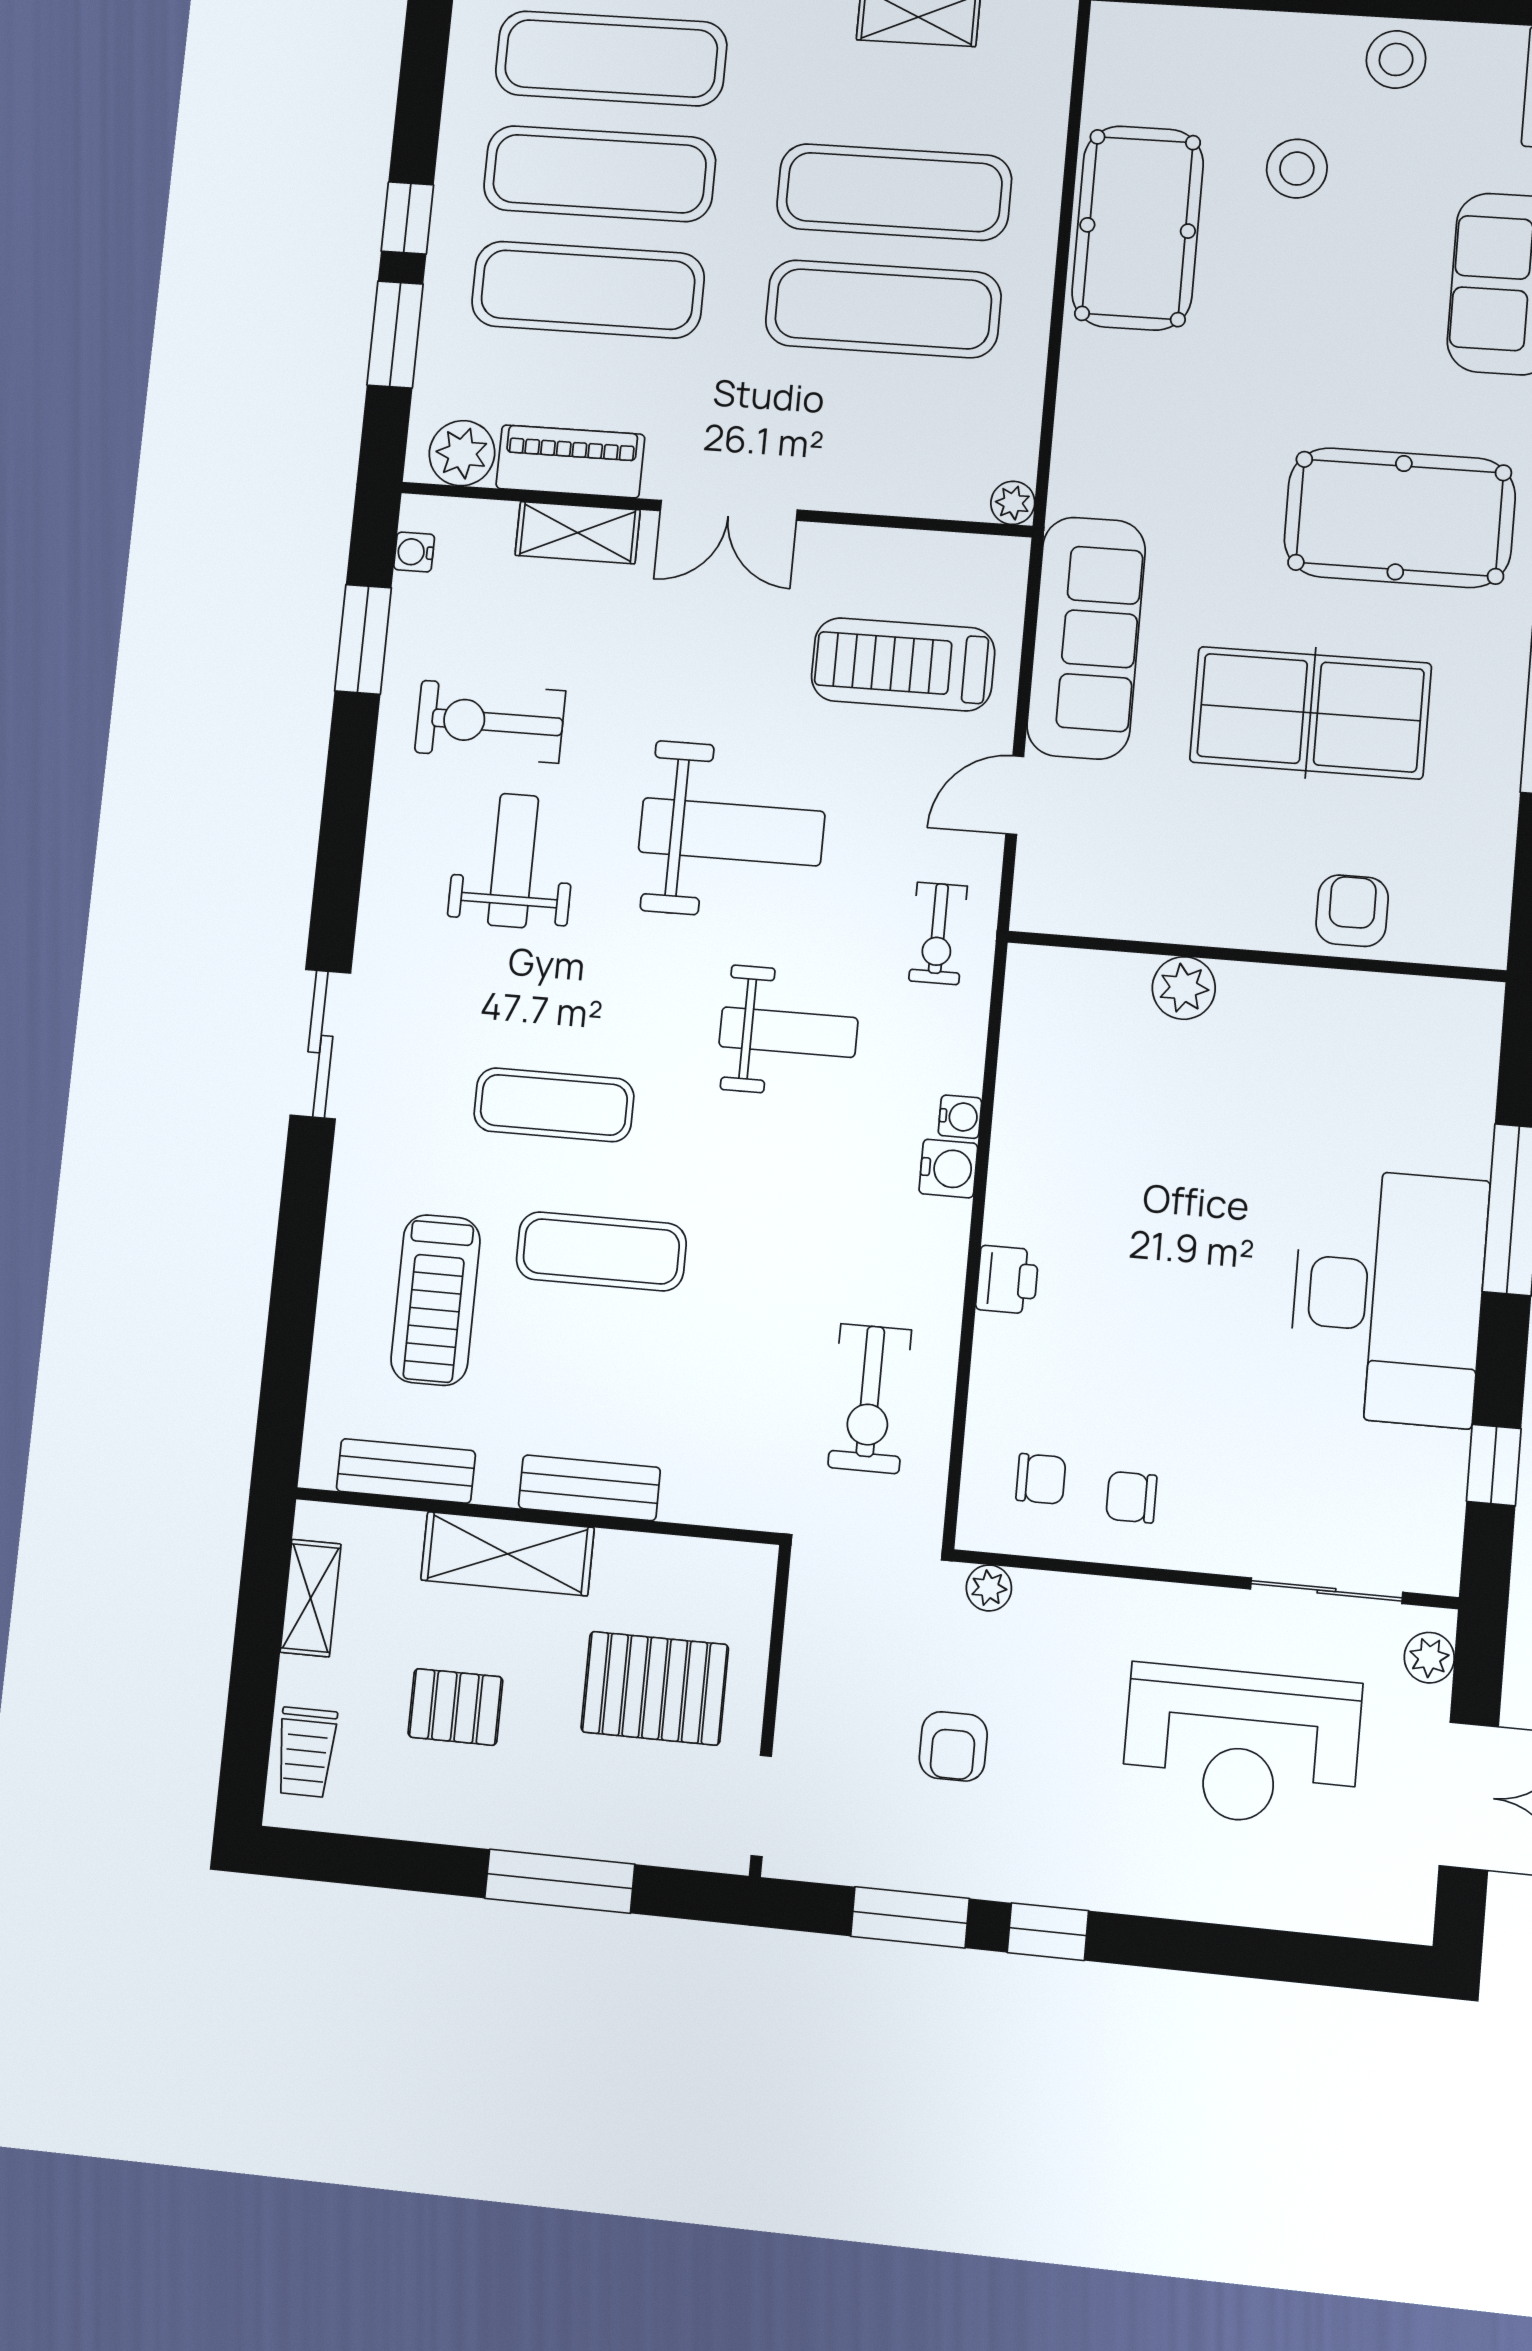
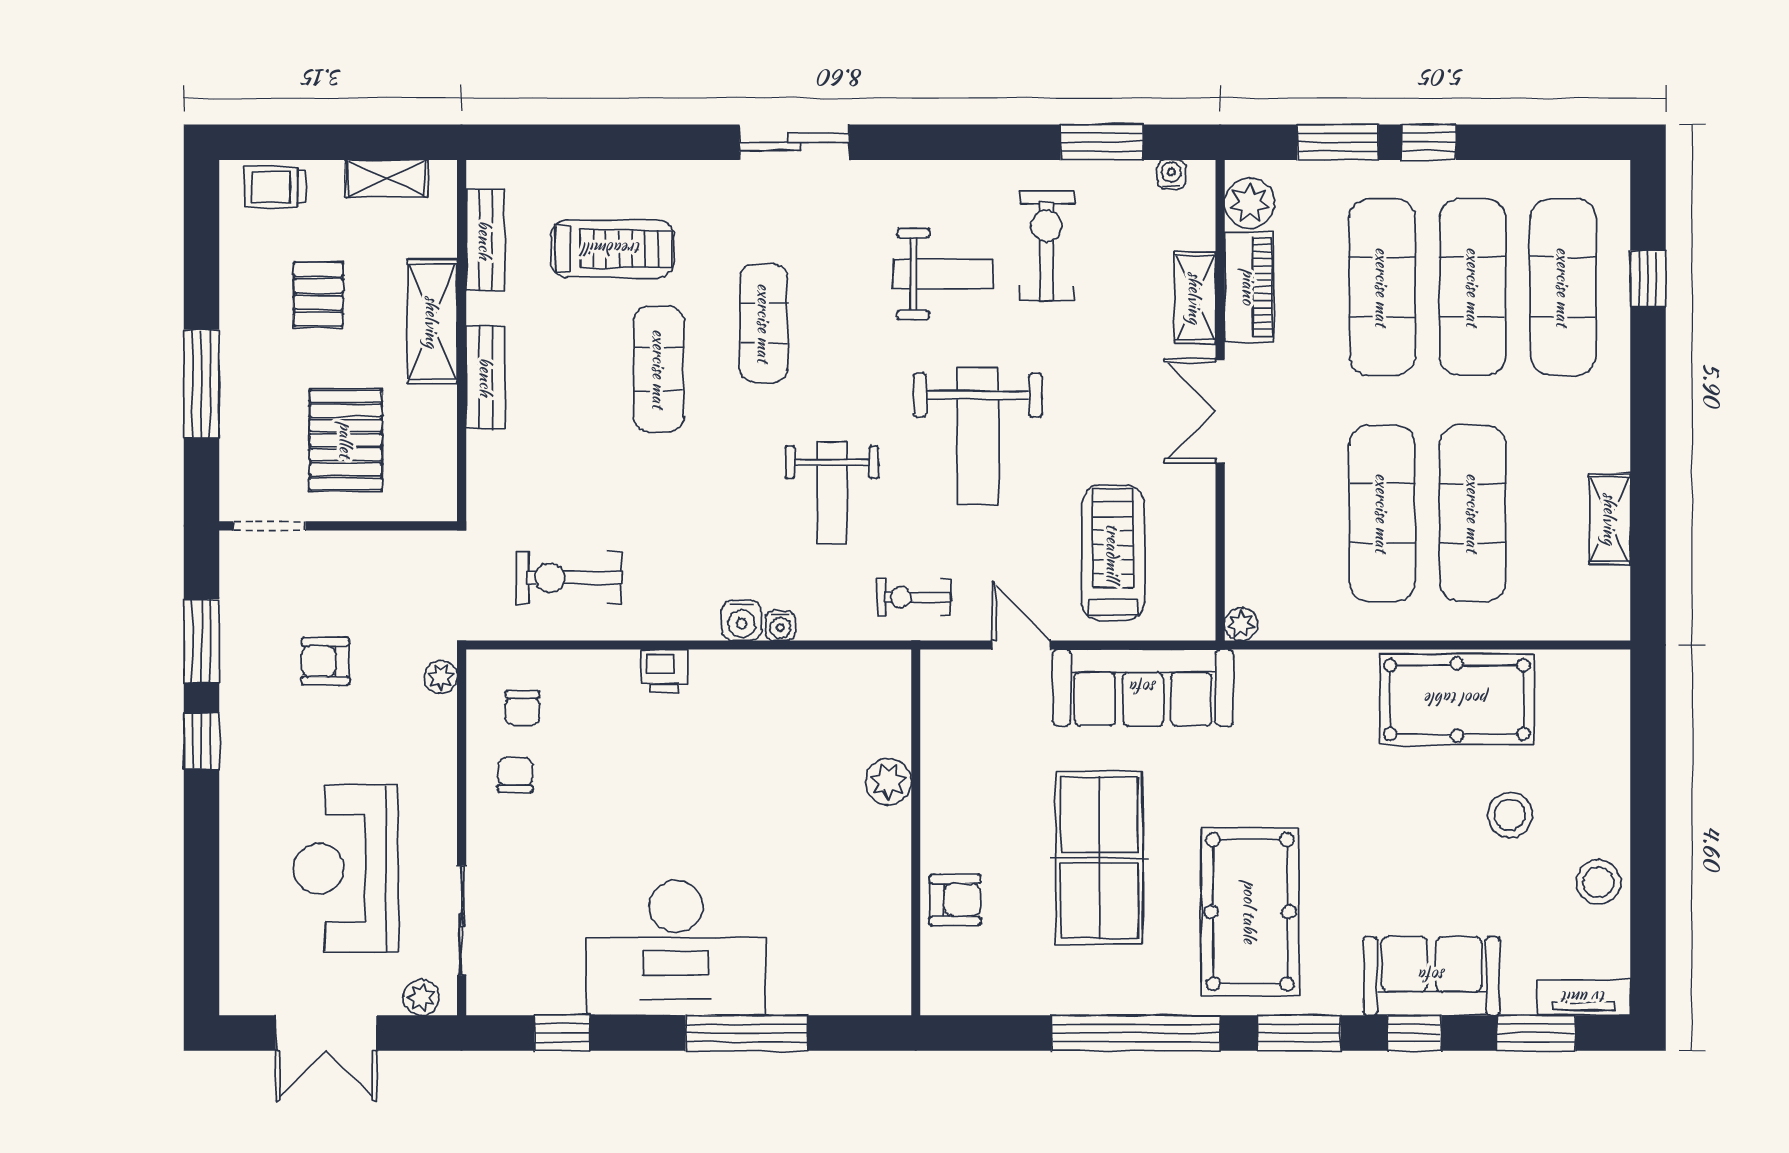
treadmill: (435, 1300) -> (612, 249), turned 180

